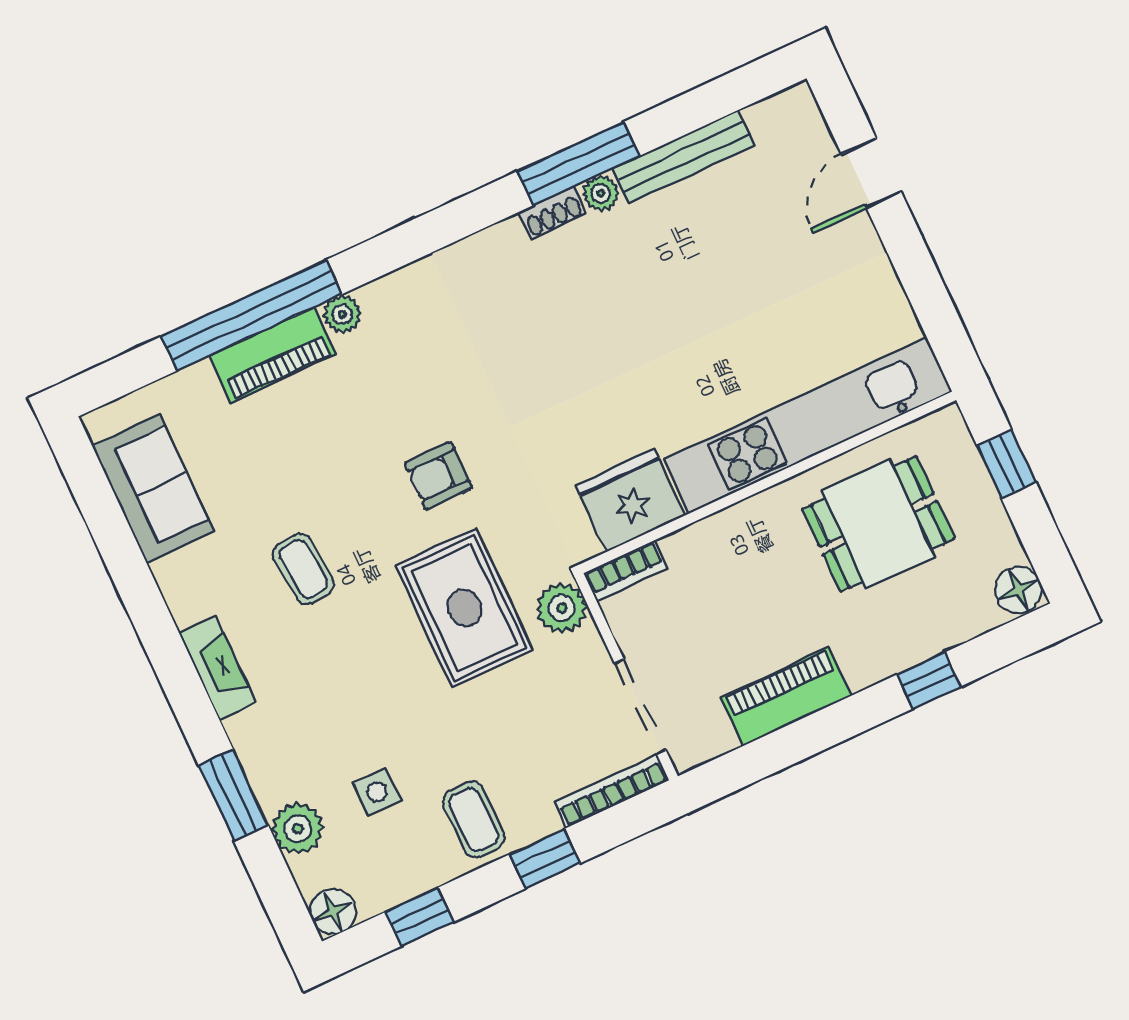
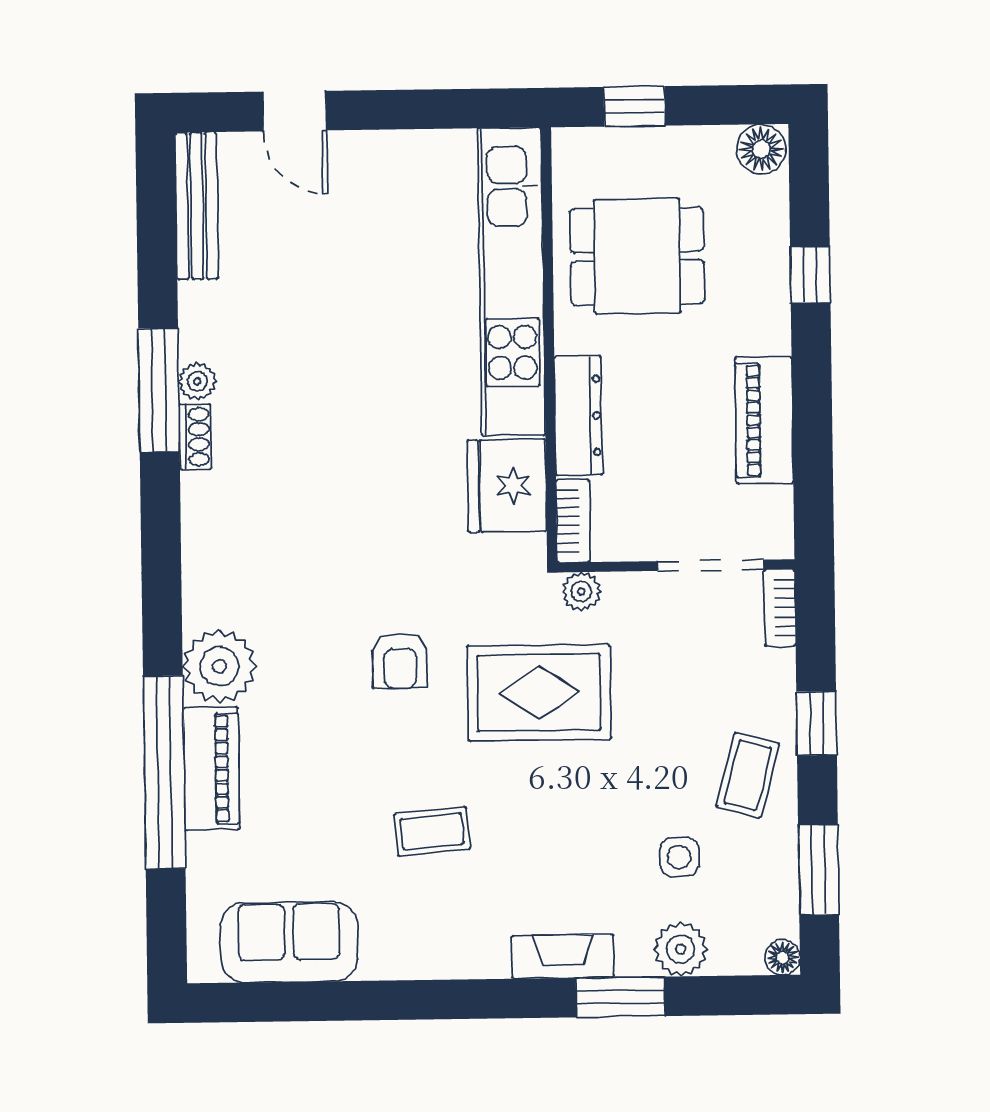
bench: (684, 157) -> (197, 206), moved
plant: (342, 314) -> (219, 666), width x1.88, depth x1.88
dining table: (878, 524) -> (637, 256), turned 90
dresser: (718, 535) -> (578, 416), added
plant: (562, 608) -> (581, 591), width x0.73, depth x0.73
fireplace: (217, 668) -> (563, 956), moved
bookcase: (612, 791) -> (780, 608), width x0.64
coffee table: (474, 820) -> (748, 775), turned -75
floor lamp: (333, 911) -> (783, 957), width x0.73, depth x0.73
window: (420, 917) -> (819, 869), width x1.50

